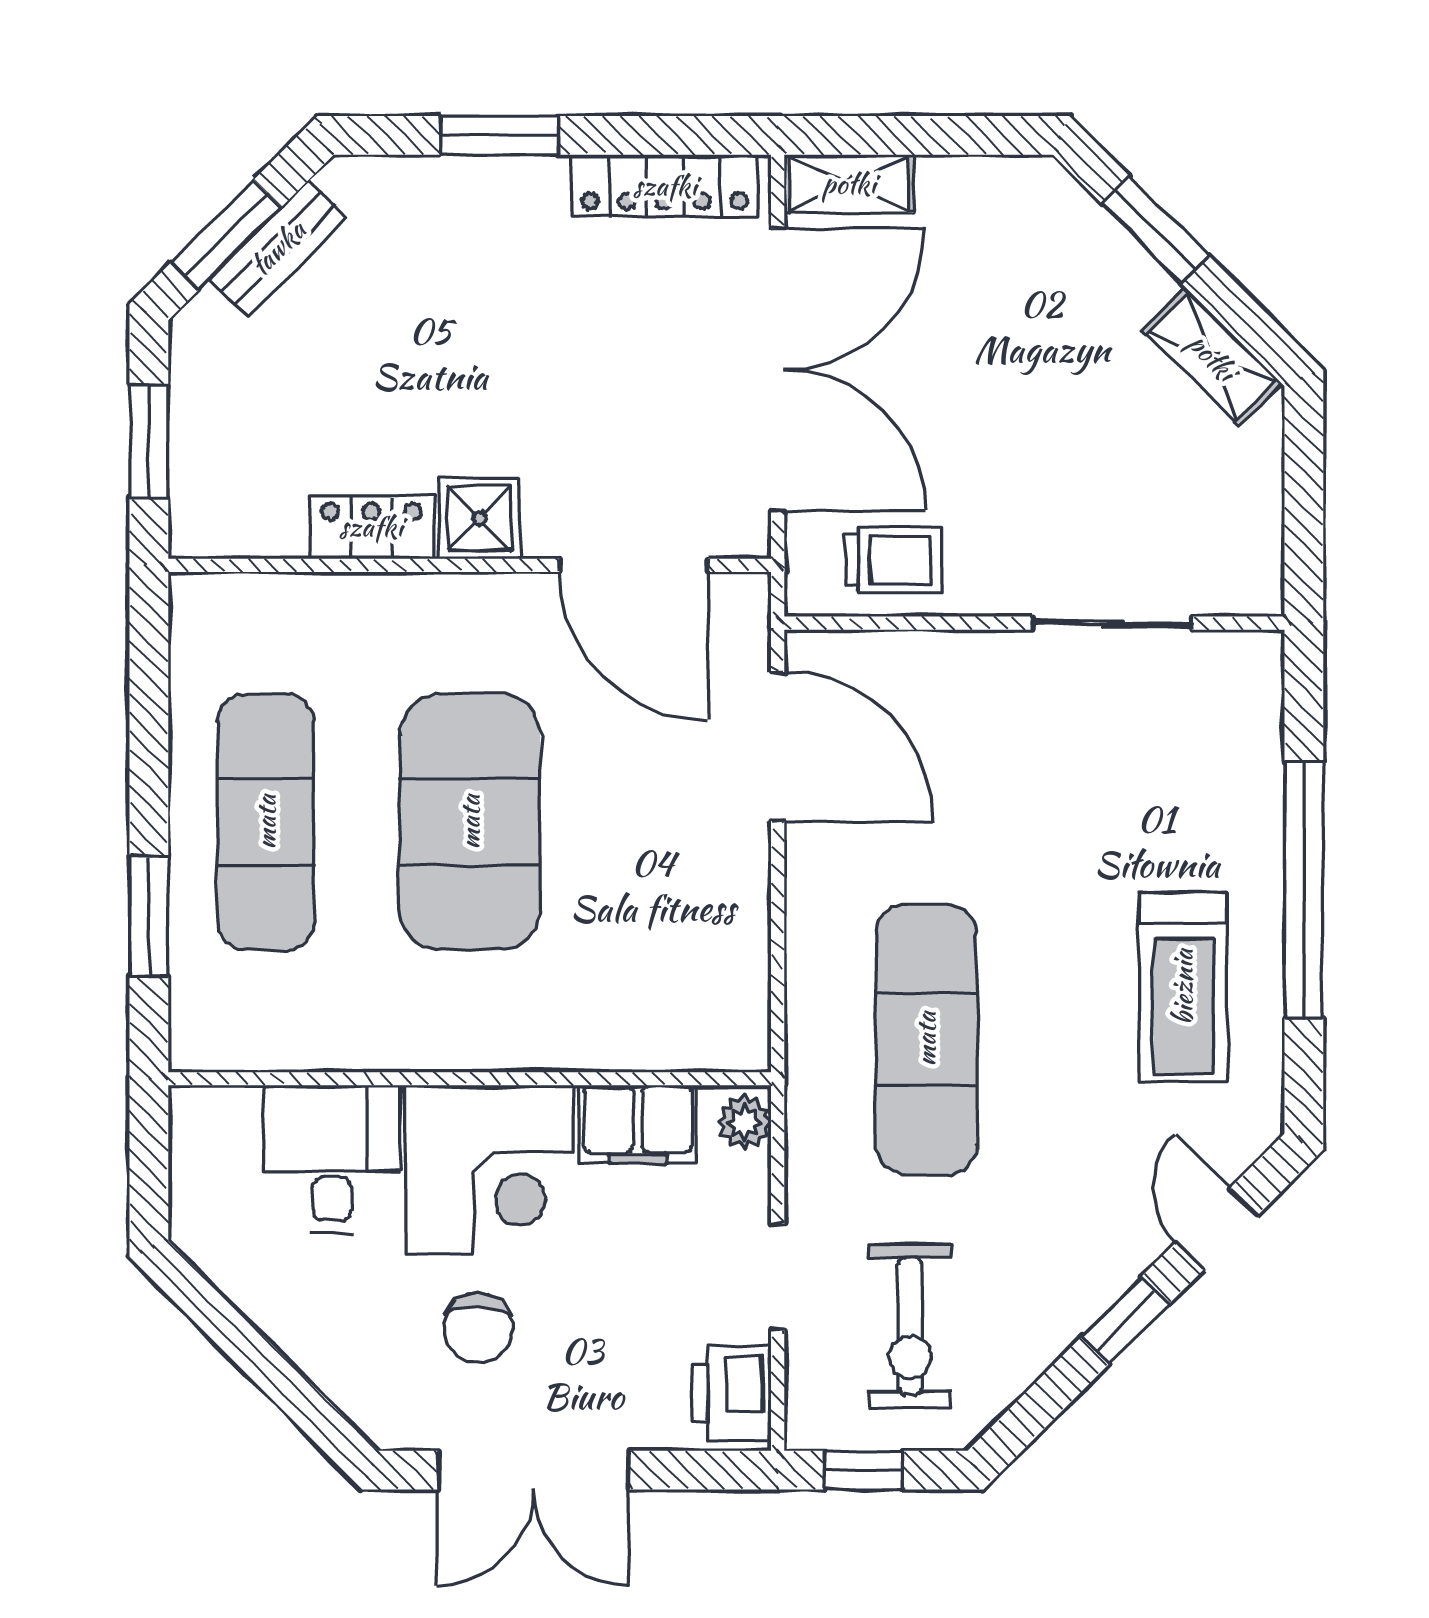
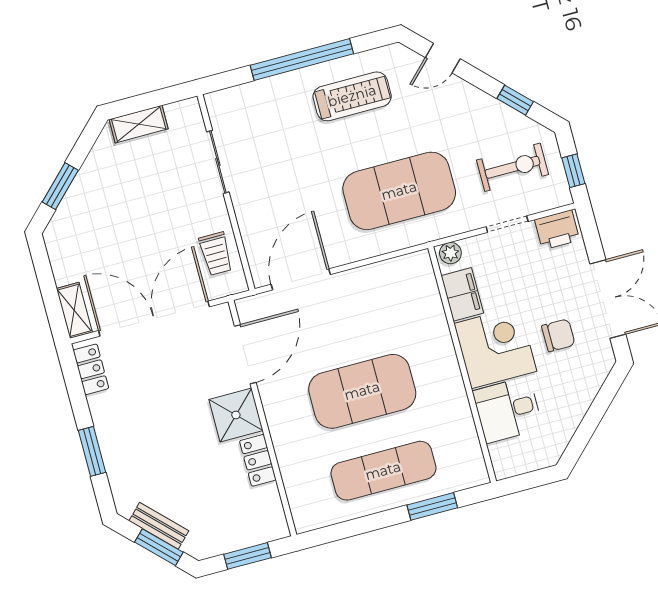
locker: (665, 186) -> (91, 369), width x0.66
shelving: (1212, 357) -> (139, 124), moved, turned 45
shower: (479, 519) -> (236, 415), width x1.36, depth x1.36
trolley: (894, 560) -> (216, 254), turned 180
exercise mat: (926, 1039) -> (399, 191), width x1.47
window: (1125, 1320) -> (515, 100), moved

